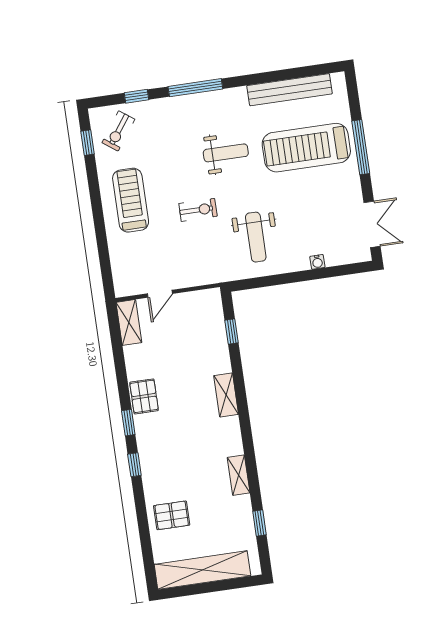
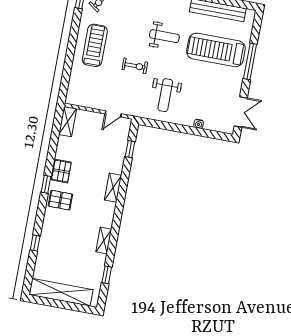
door: (160, 294) -> (113, 114), moved
window: (134, 465) -> (35, 243), moved
pallet: (172, 515) -> (60, 200), moved

